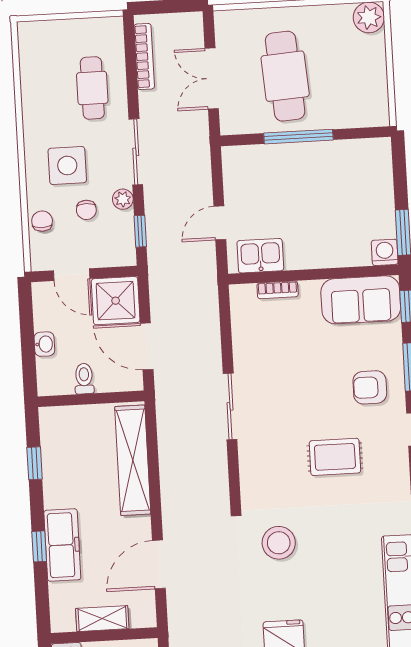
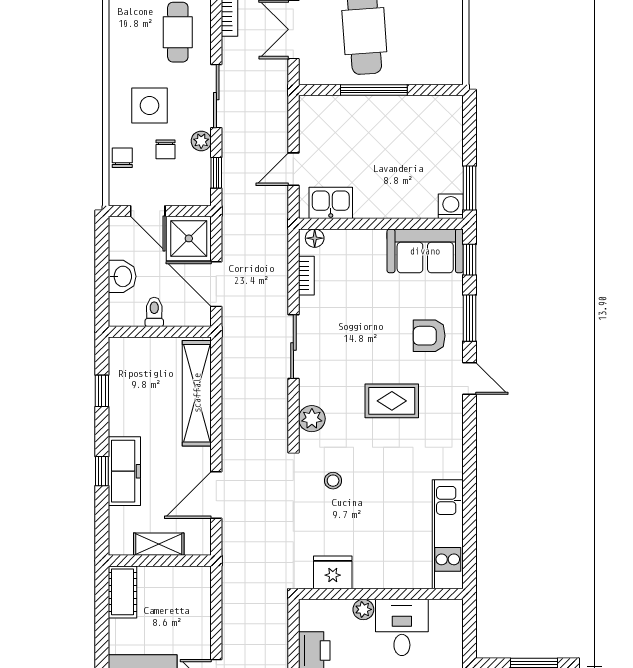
bookcase: (278, 290) -> (306, 276), moved, turned -90
floor lamp: (246, 293) -> (315, 238), added
washbasin: (44, 344) -> (122, 276), width x1.38, depth x1.45
plant: (253, 480) -> (312, 419), added
stool: (279, 543) -> (333, 481), width x0.53, depth x0.53

